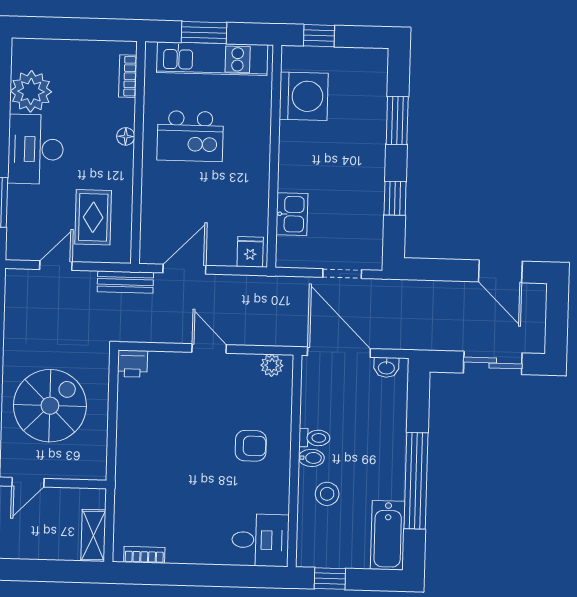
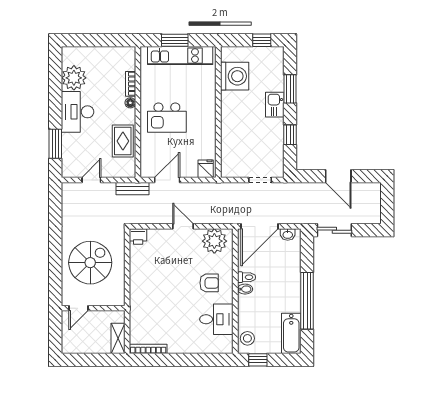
window: (319, 36) -> (262, 40), moved
bookcase: (128, 76) -> (131, 84), moved
kitchen island: (190, 136) -> (167, 118), moved
kitchen sink: (292, 214) -> (275, 105), moved, turned 180
rug: (93, 217) -> (123, 141), moved
door: (500, 271) -> (338, 176), moved
door: (339, 352) -> (260, 226), swing flipped
sliding door: (493, 363) -> (334, 230), moved
plant: (272, 365) -> (214, 241), width x1.88, depth x1.88
stool: (327, 494) -> (247, 338), moved
desk: (260, 540) -> (216, 319), moved
bookcase: (144, 555) -> (148, 349), width x1.56

